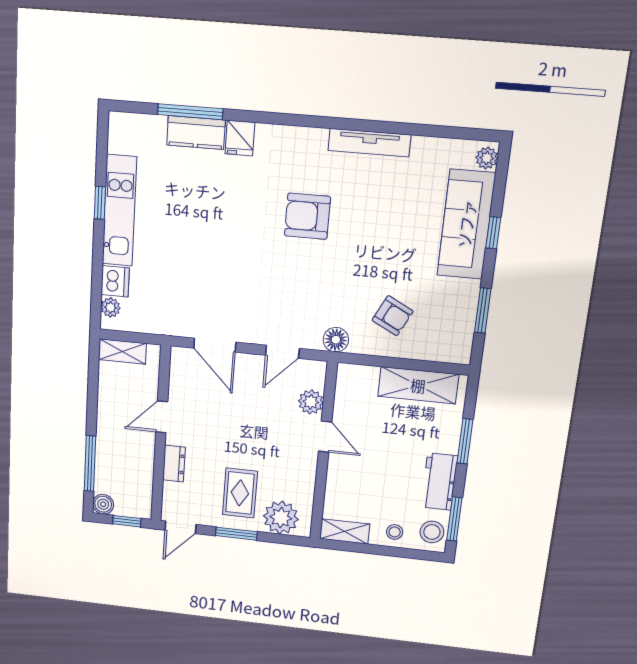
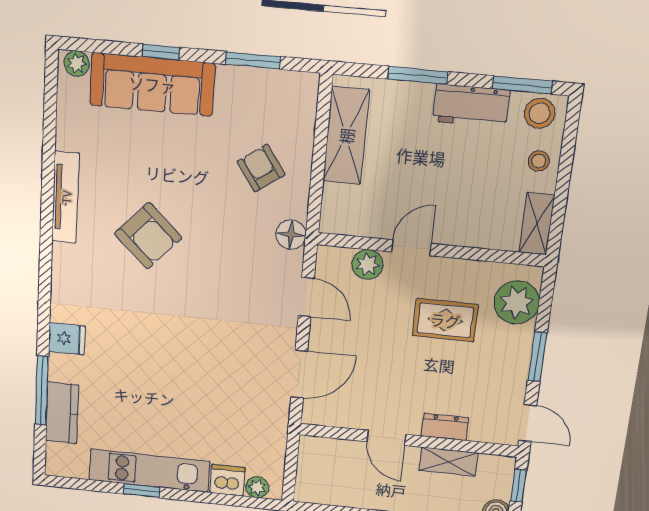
kitchen counter: (196, 133) -> (62, 413), moved
armchair: (307, 216) -> (148, 236), moved, turned -47
armchair: (393, 316) -> (261, 168), turned -62
shelving: (122, 351) -> (448, 462), moved, turned 90
rug: (240, 493) -> (445, 320), moved

